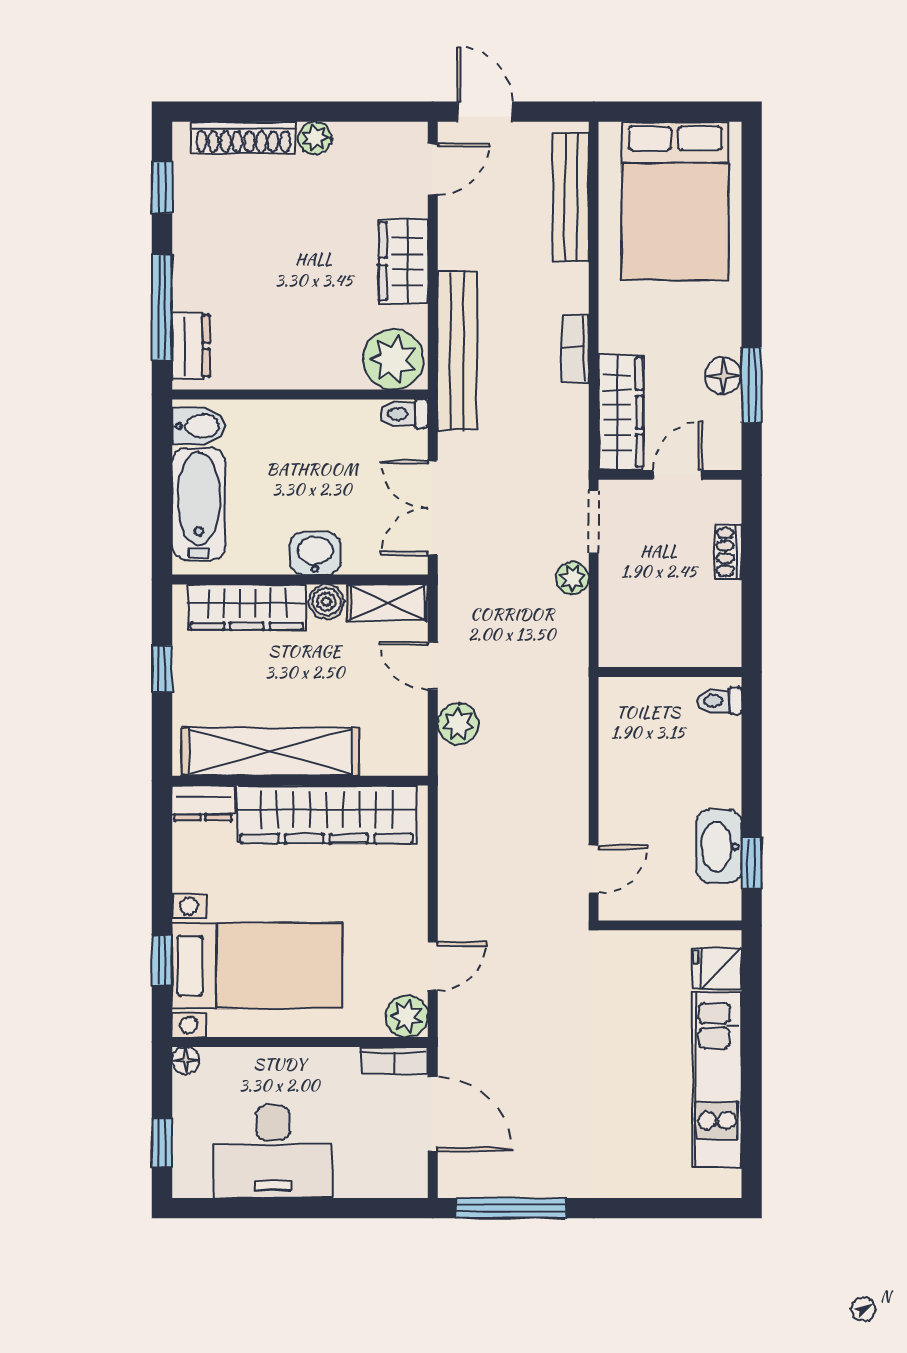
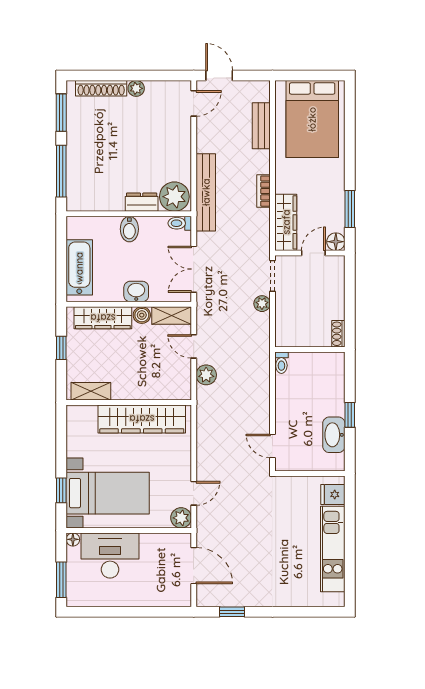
window: (162, 188) -> (61, 113), width x1.50
bench: (571, 197) -> (261, 126), width x0.73
wardrobe: (403, 261) -> (179, 149), removed
dresser: (191, 346) -> (142, 202), moved, turned -90
floor lamp: (723, 376) -> (336, 242), moved
bidet: (199, 426) -> (129, 229), moved, turned 90
shoe rack: (728, 552) -> (338, 334), moved
toilet: (719, 701) -> (281, 363), moved, turned -90
shelving: (271, 752) -> (91, 391), width x0.45, depth x0.75
dresser: (203, 803) -> (81, 413), removed
window: (752, 863) -> (350, 415), moved
door: (594, 869) -> (272, 446), swing flipped
bookcase: (394, 1060) -> (175, 539), removed
window: (162, 1143) -> (61, 580), width x1.50
desk: (273, 1152) -> (110, 556), moved, turned 180
window: (511, 1208) -> (232, 612), width x0.46

